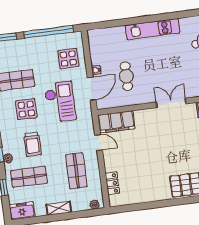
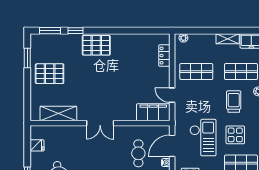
checkout: (60, 102) -> (203, 138), turned 180
shop shelf: (76, 171) -> (196, 72), turned 90
shelving: (59, 208) -> (228, 39), moved

